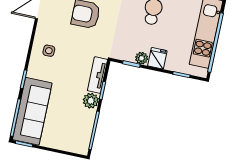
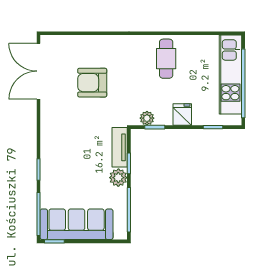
side table: (49, 51) -> (60, 132), removed
plant: (142, 58) -> (147, 118), moved
sofa: (32, 111) -> (77, 224), moved, turned -90

